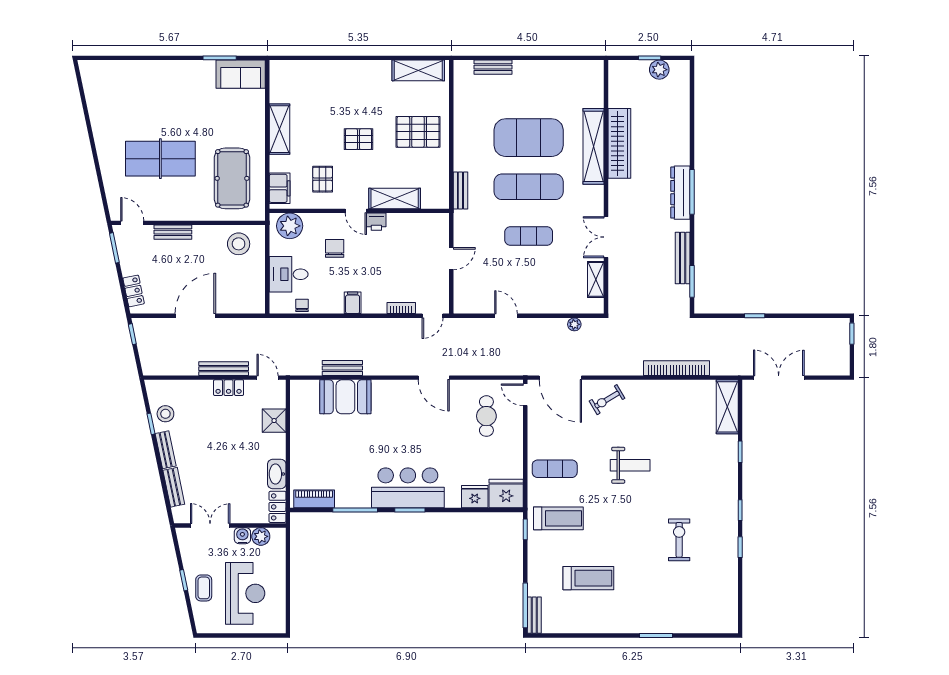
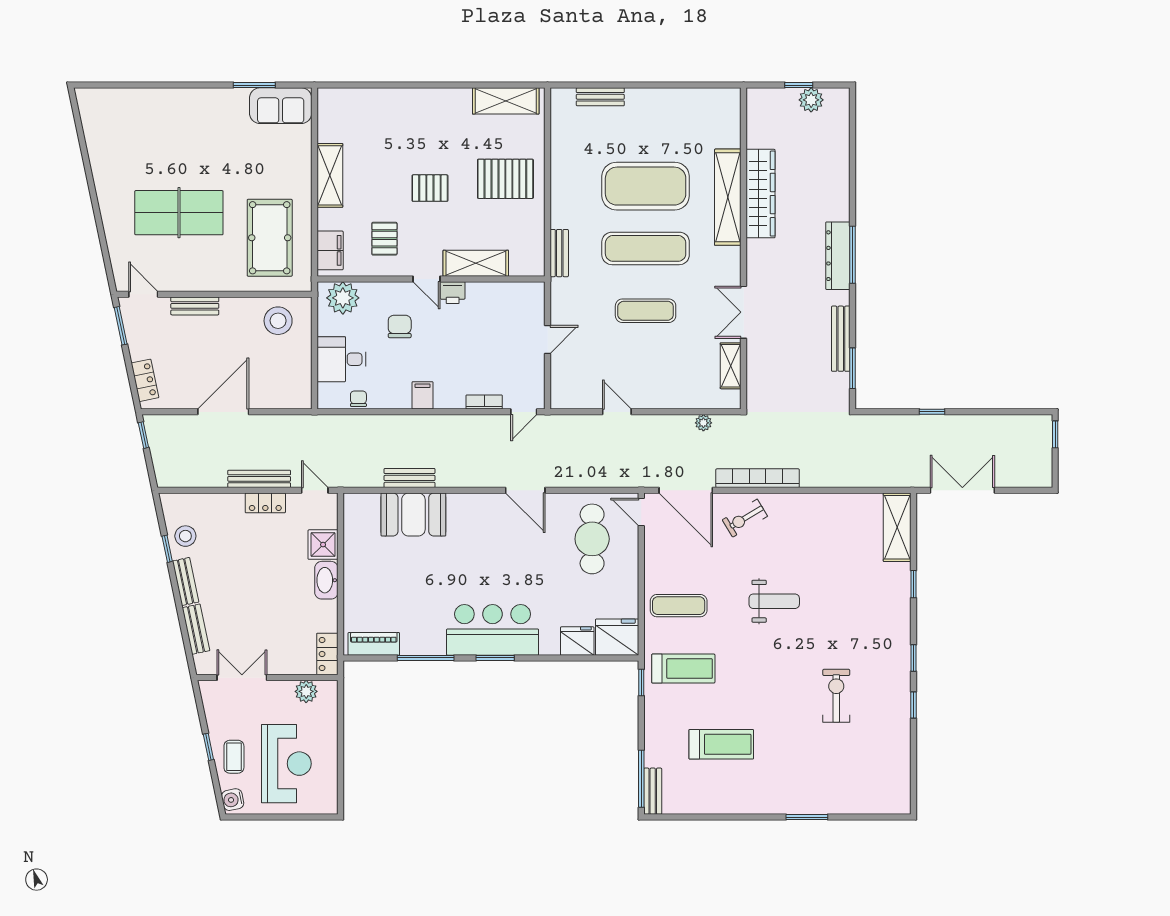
bookcase: (676, 368) -> (758, 478), moved
cafe table: (486, 416) -> (592, 539), width x1.37, depth x1.35
washbasin: (277, 474) -> (326, 580), moved
water cooler: (242, 536) -> (233, 800), moved, turned -102

